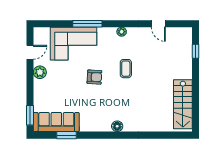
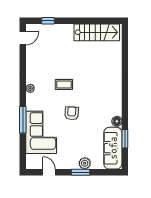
door: (158, 24) -> (23, 38), moved
plant: (40, 72) -> (85, 163), moved
window: (30, 115) -> (80, 172), moved
floor lamp: (117, 126) -> (117, 121), moved

